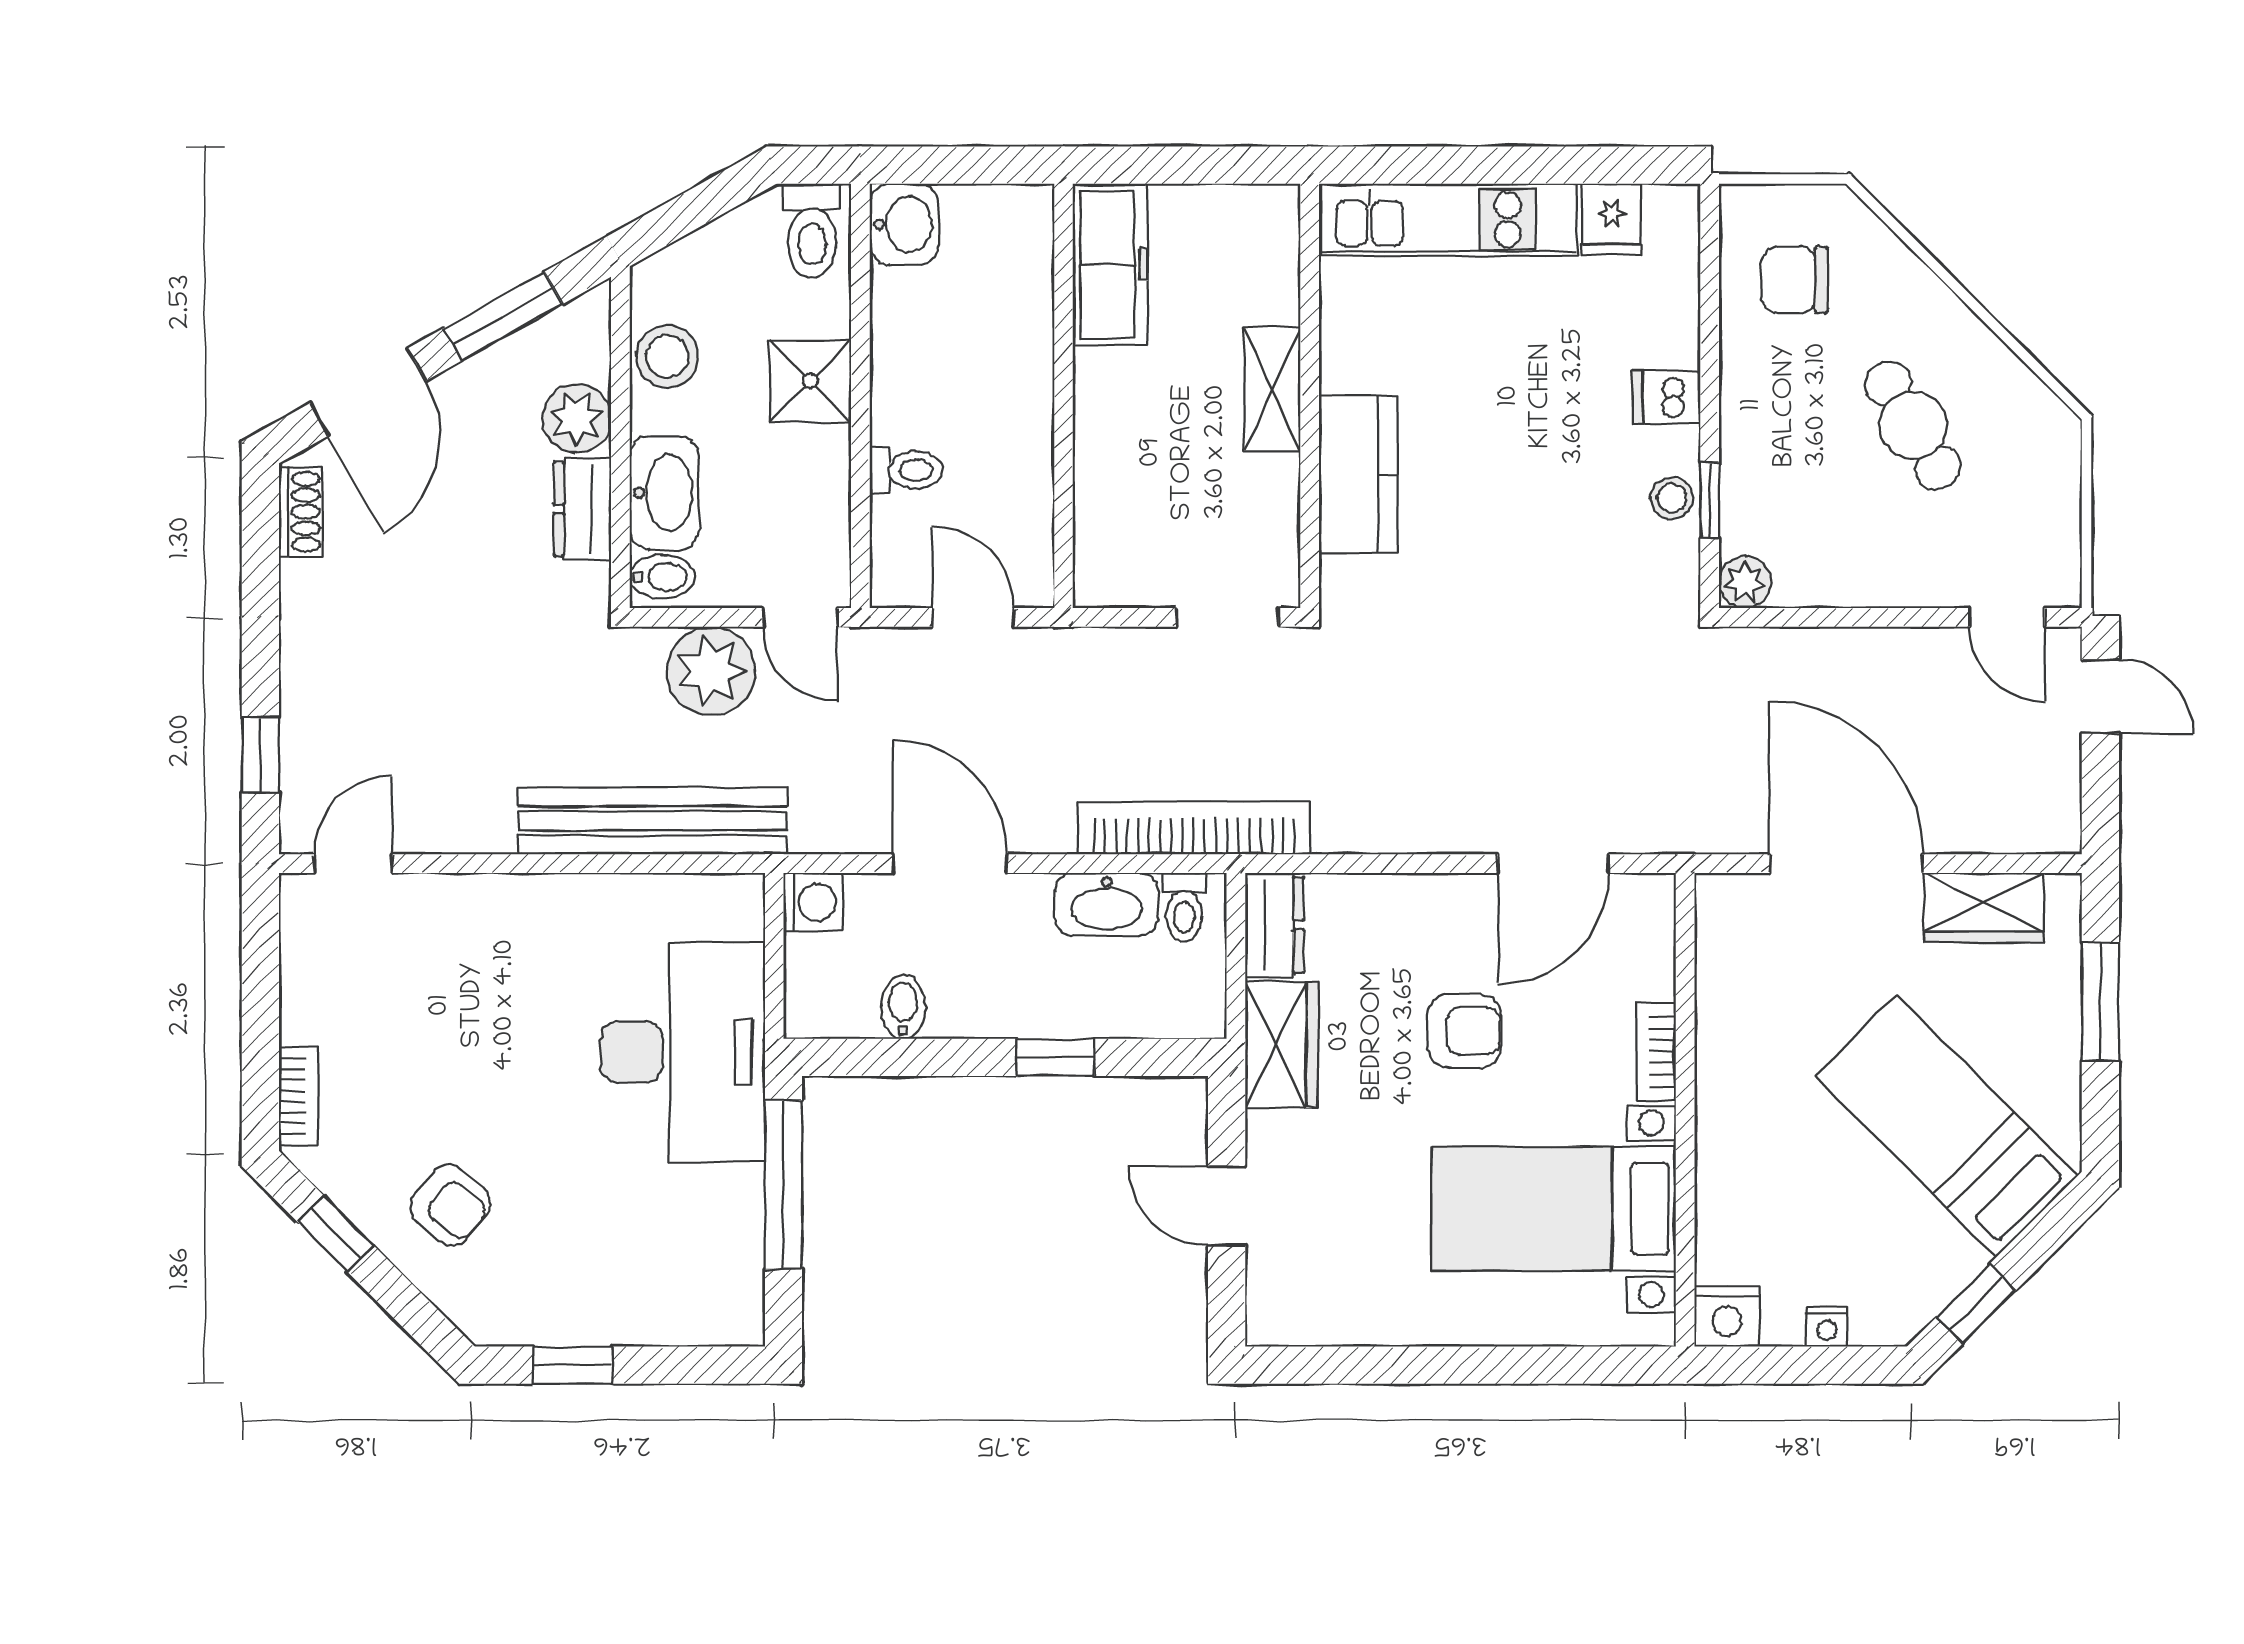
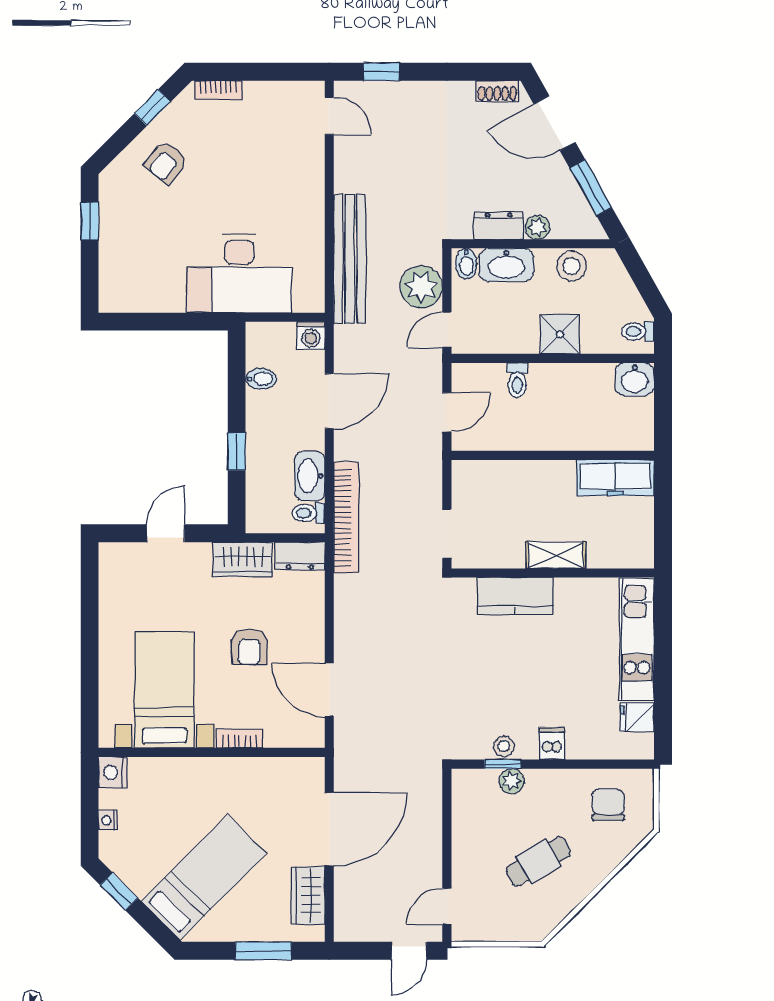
toilet: (812, 231) -> (638, 332), width x0.73, depth x0.72
plant: (577, 418) -> (537, 227), width x0.73, depth x0.73
plant: (1745, 582) -> (512, 781), moved
window: (783, 1184) -> (176, 322), removed

